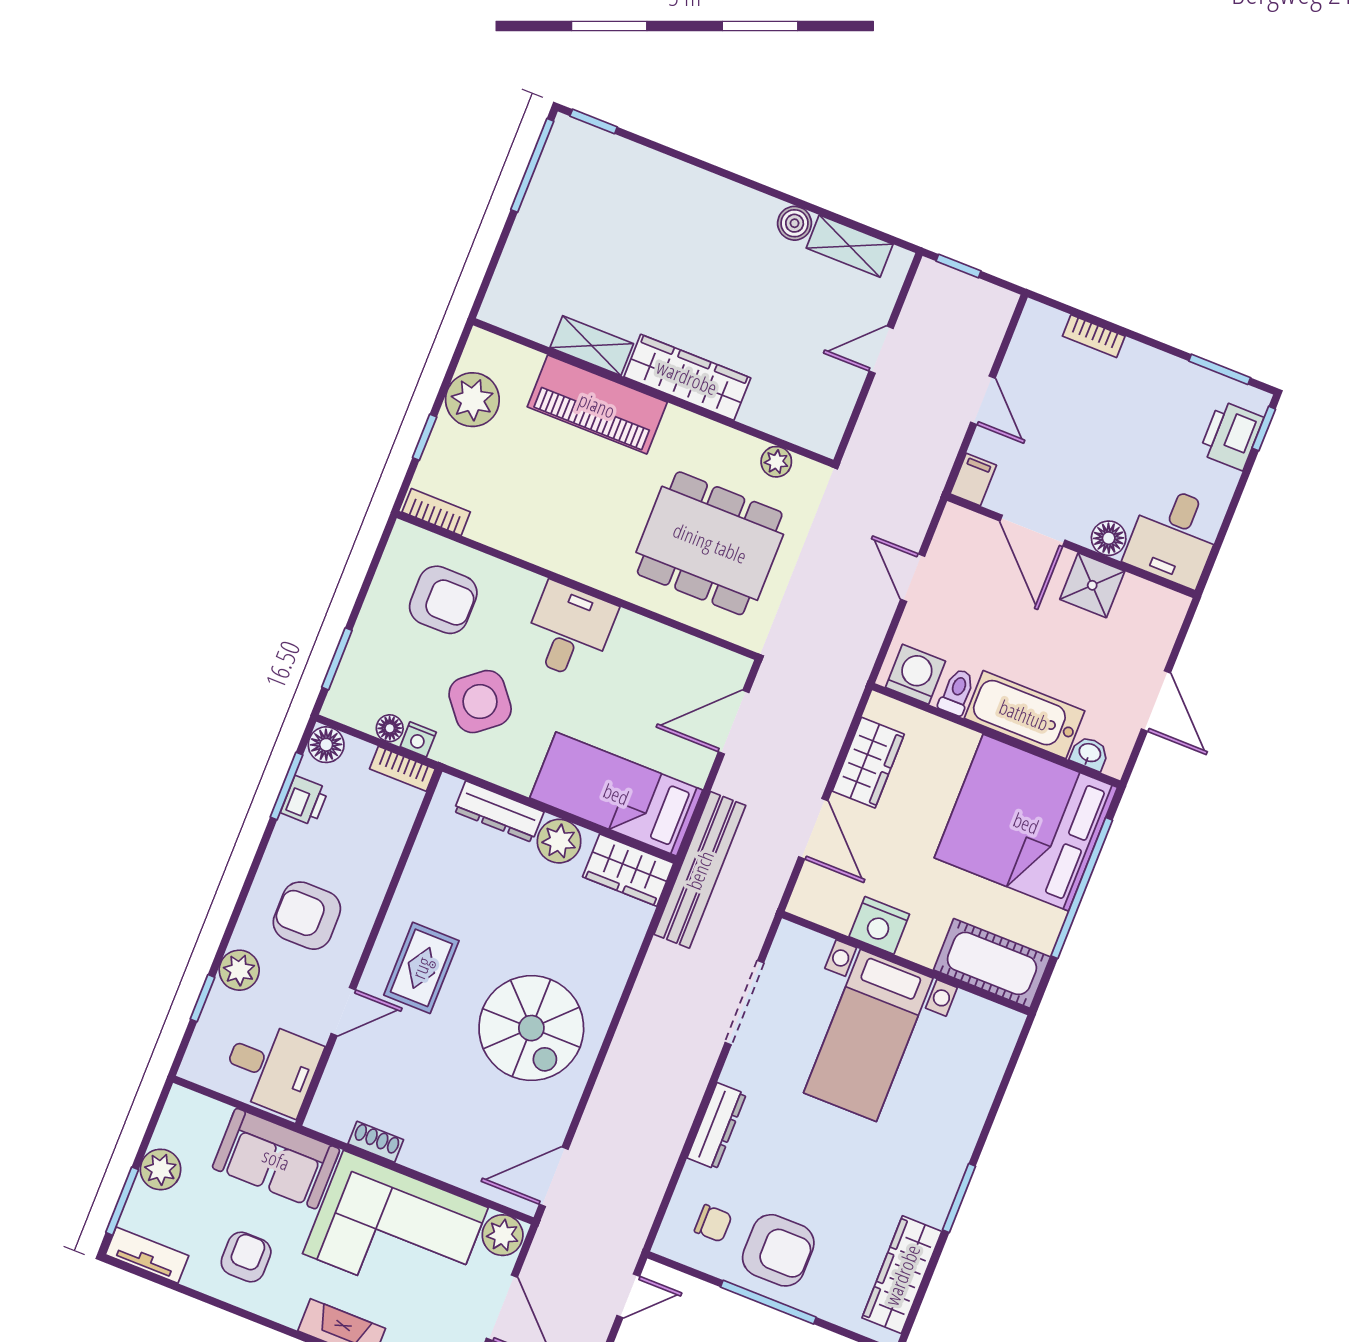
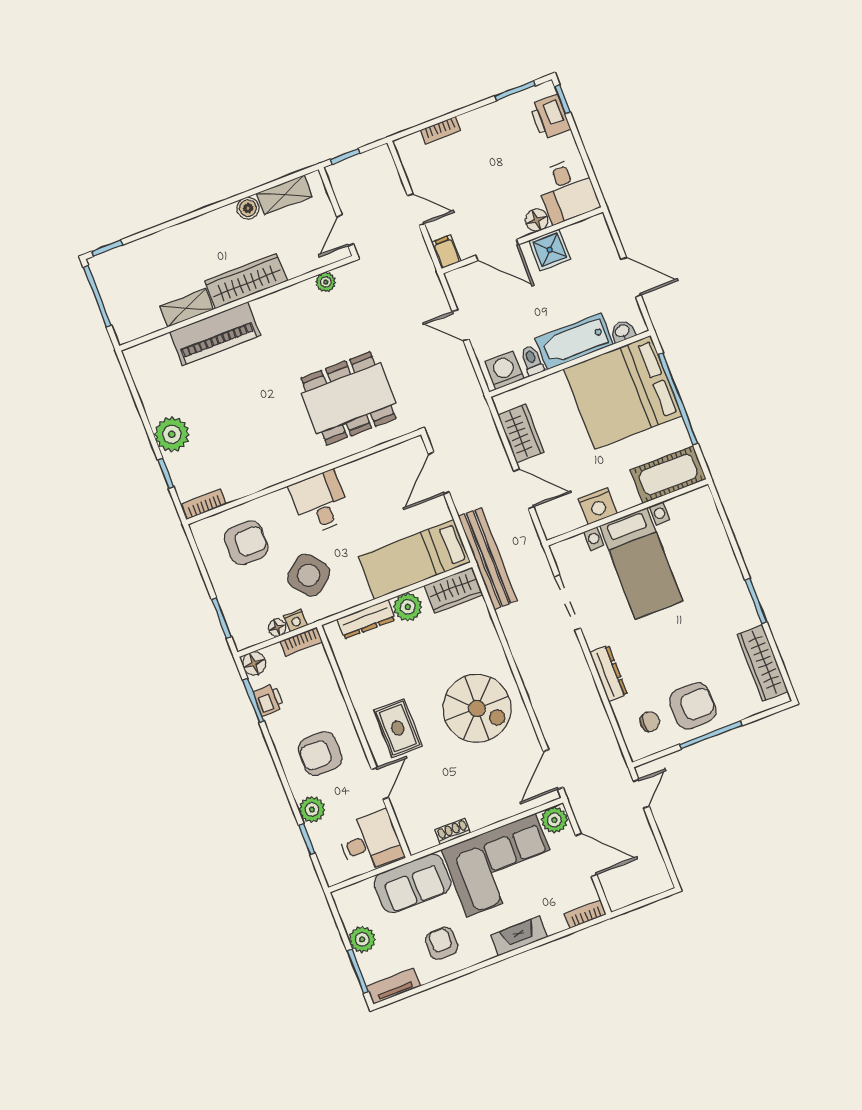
shelving: (592, 346) -> (187, 308), moved
wardrobe: (687, 377) -> (246, 281), moved
wall: (653, 393) -> (237, 303), moved
piano: (597, 405) -> (215, 334), moved
plant: (776, 462) -> (326, 282), moved

